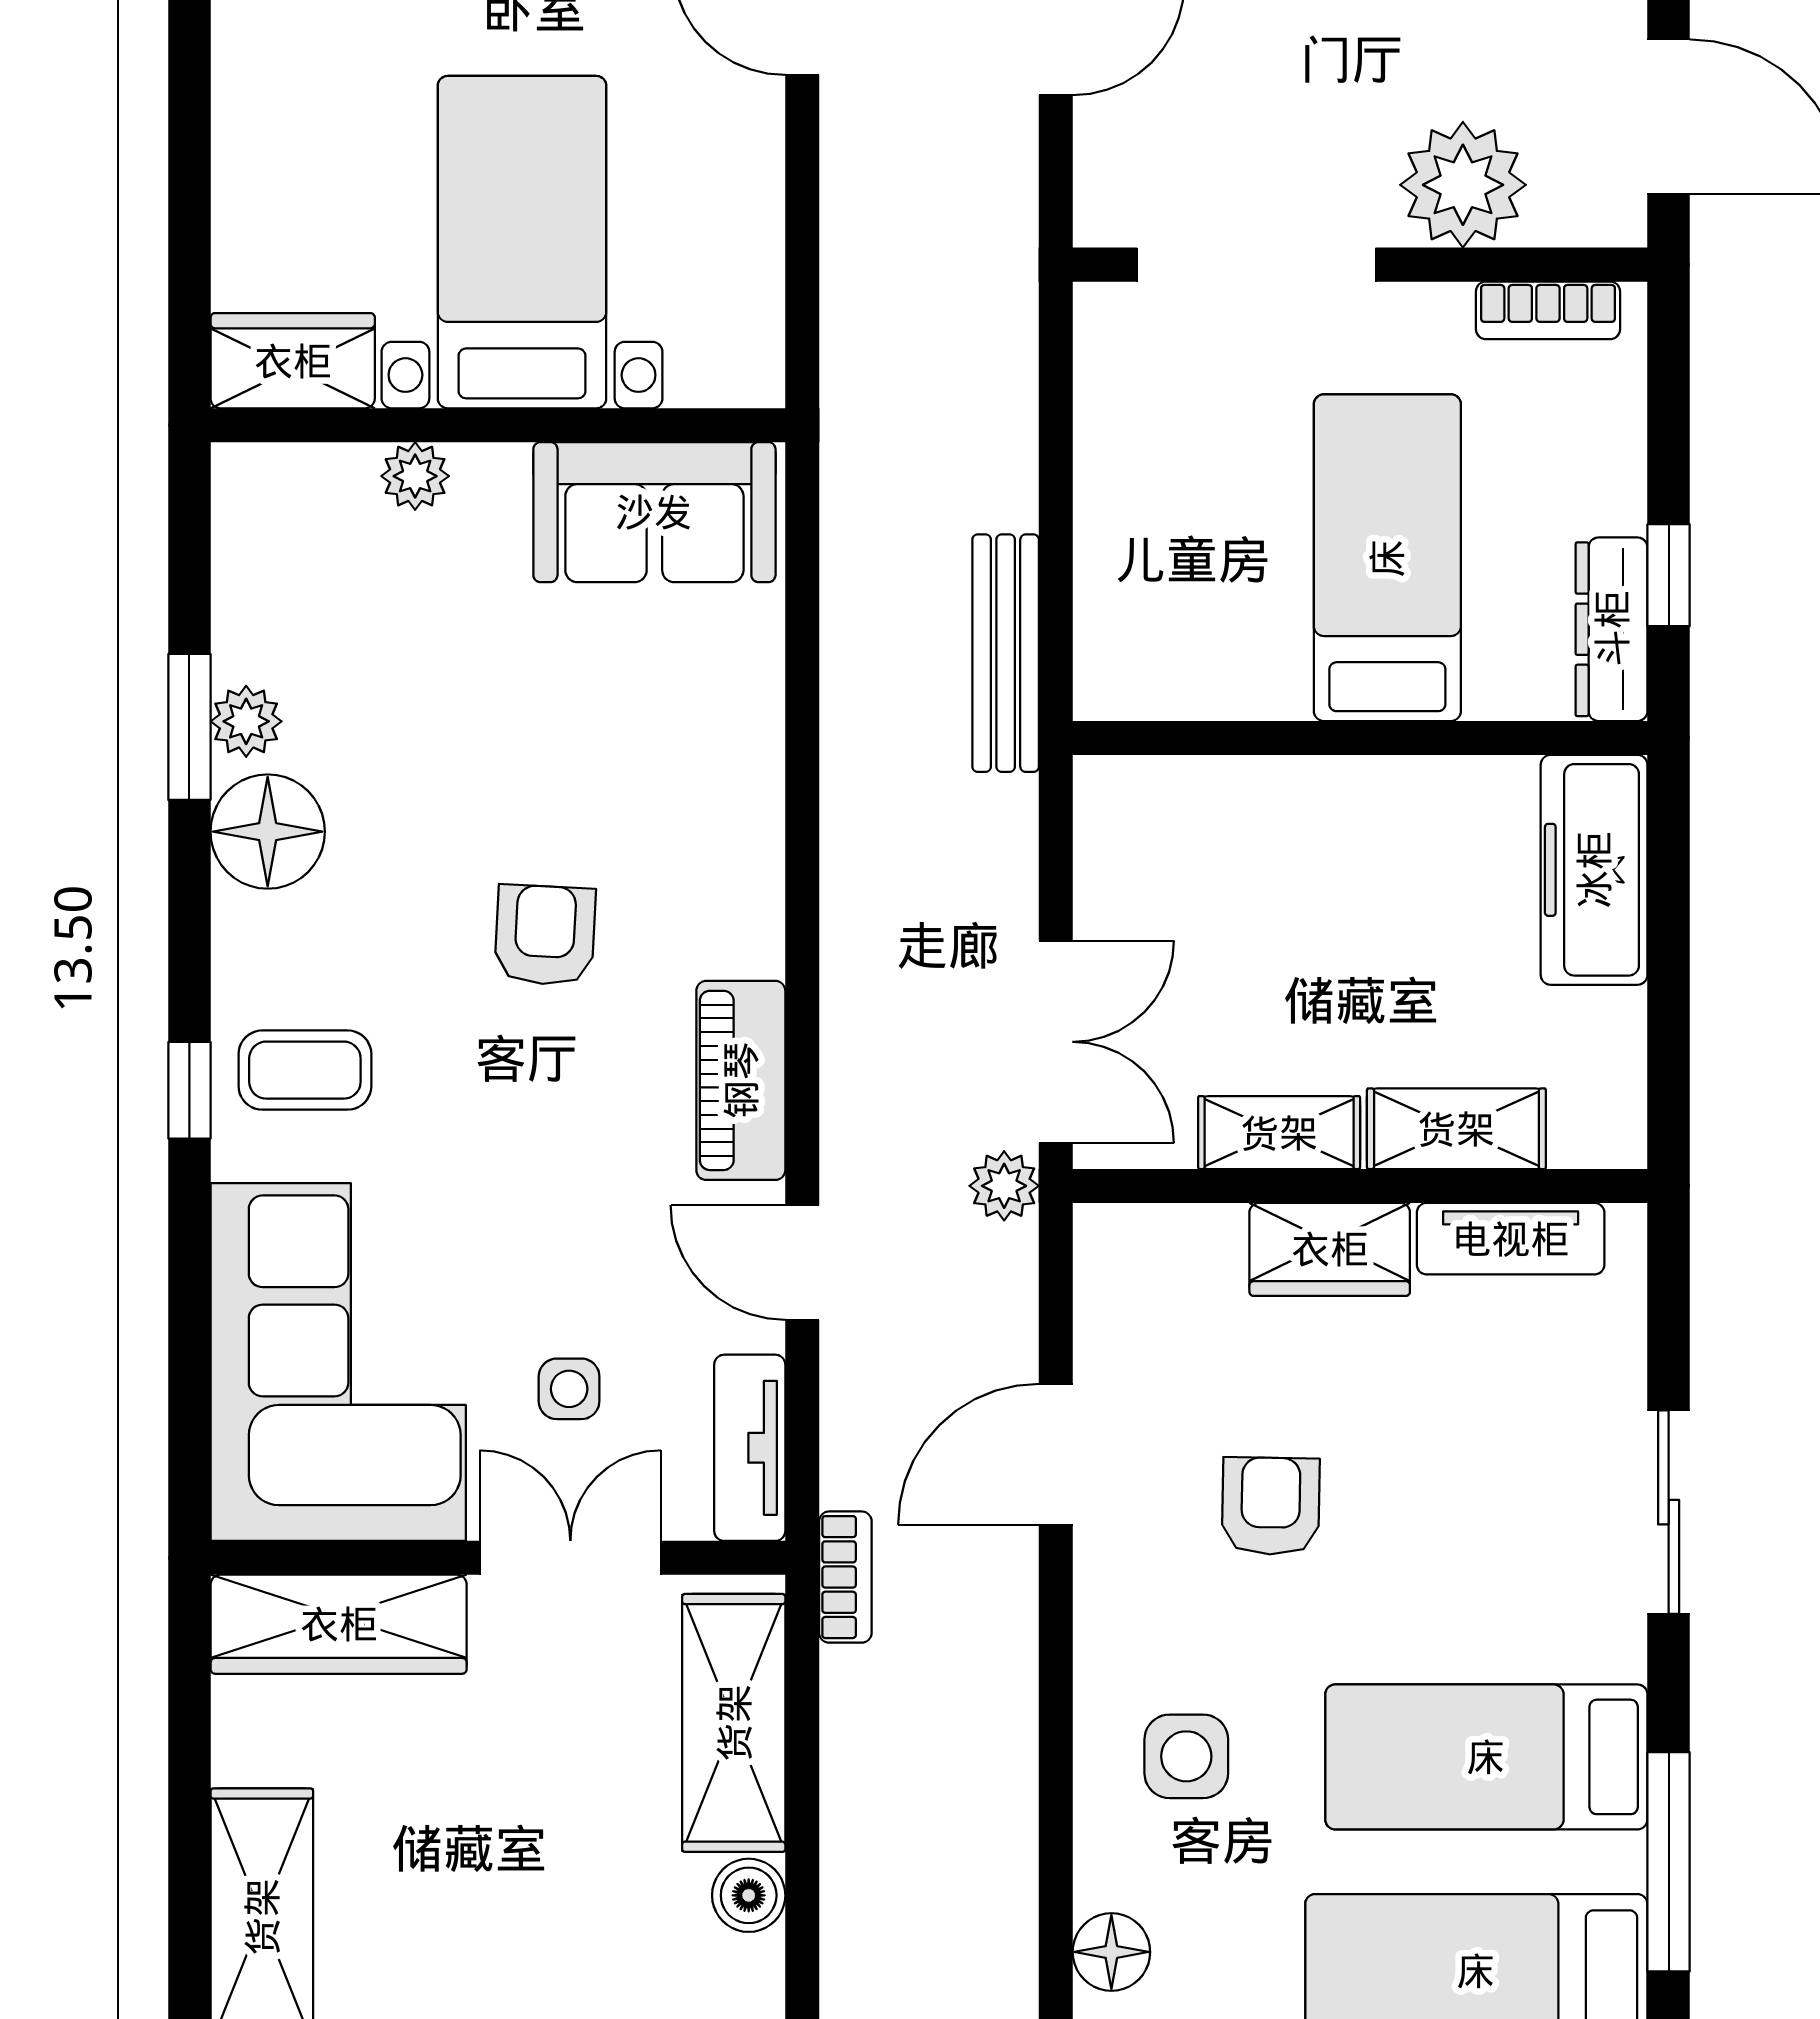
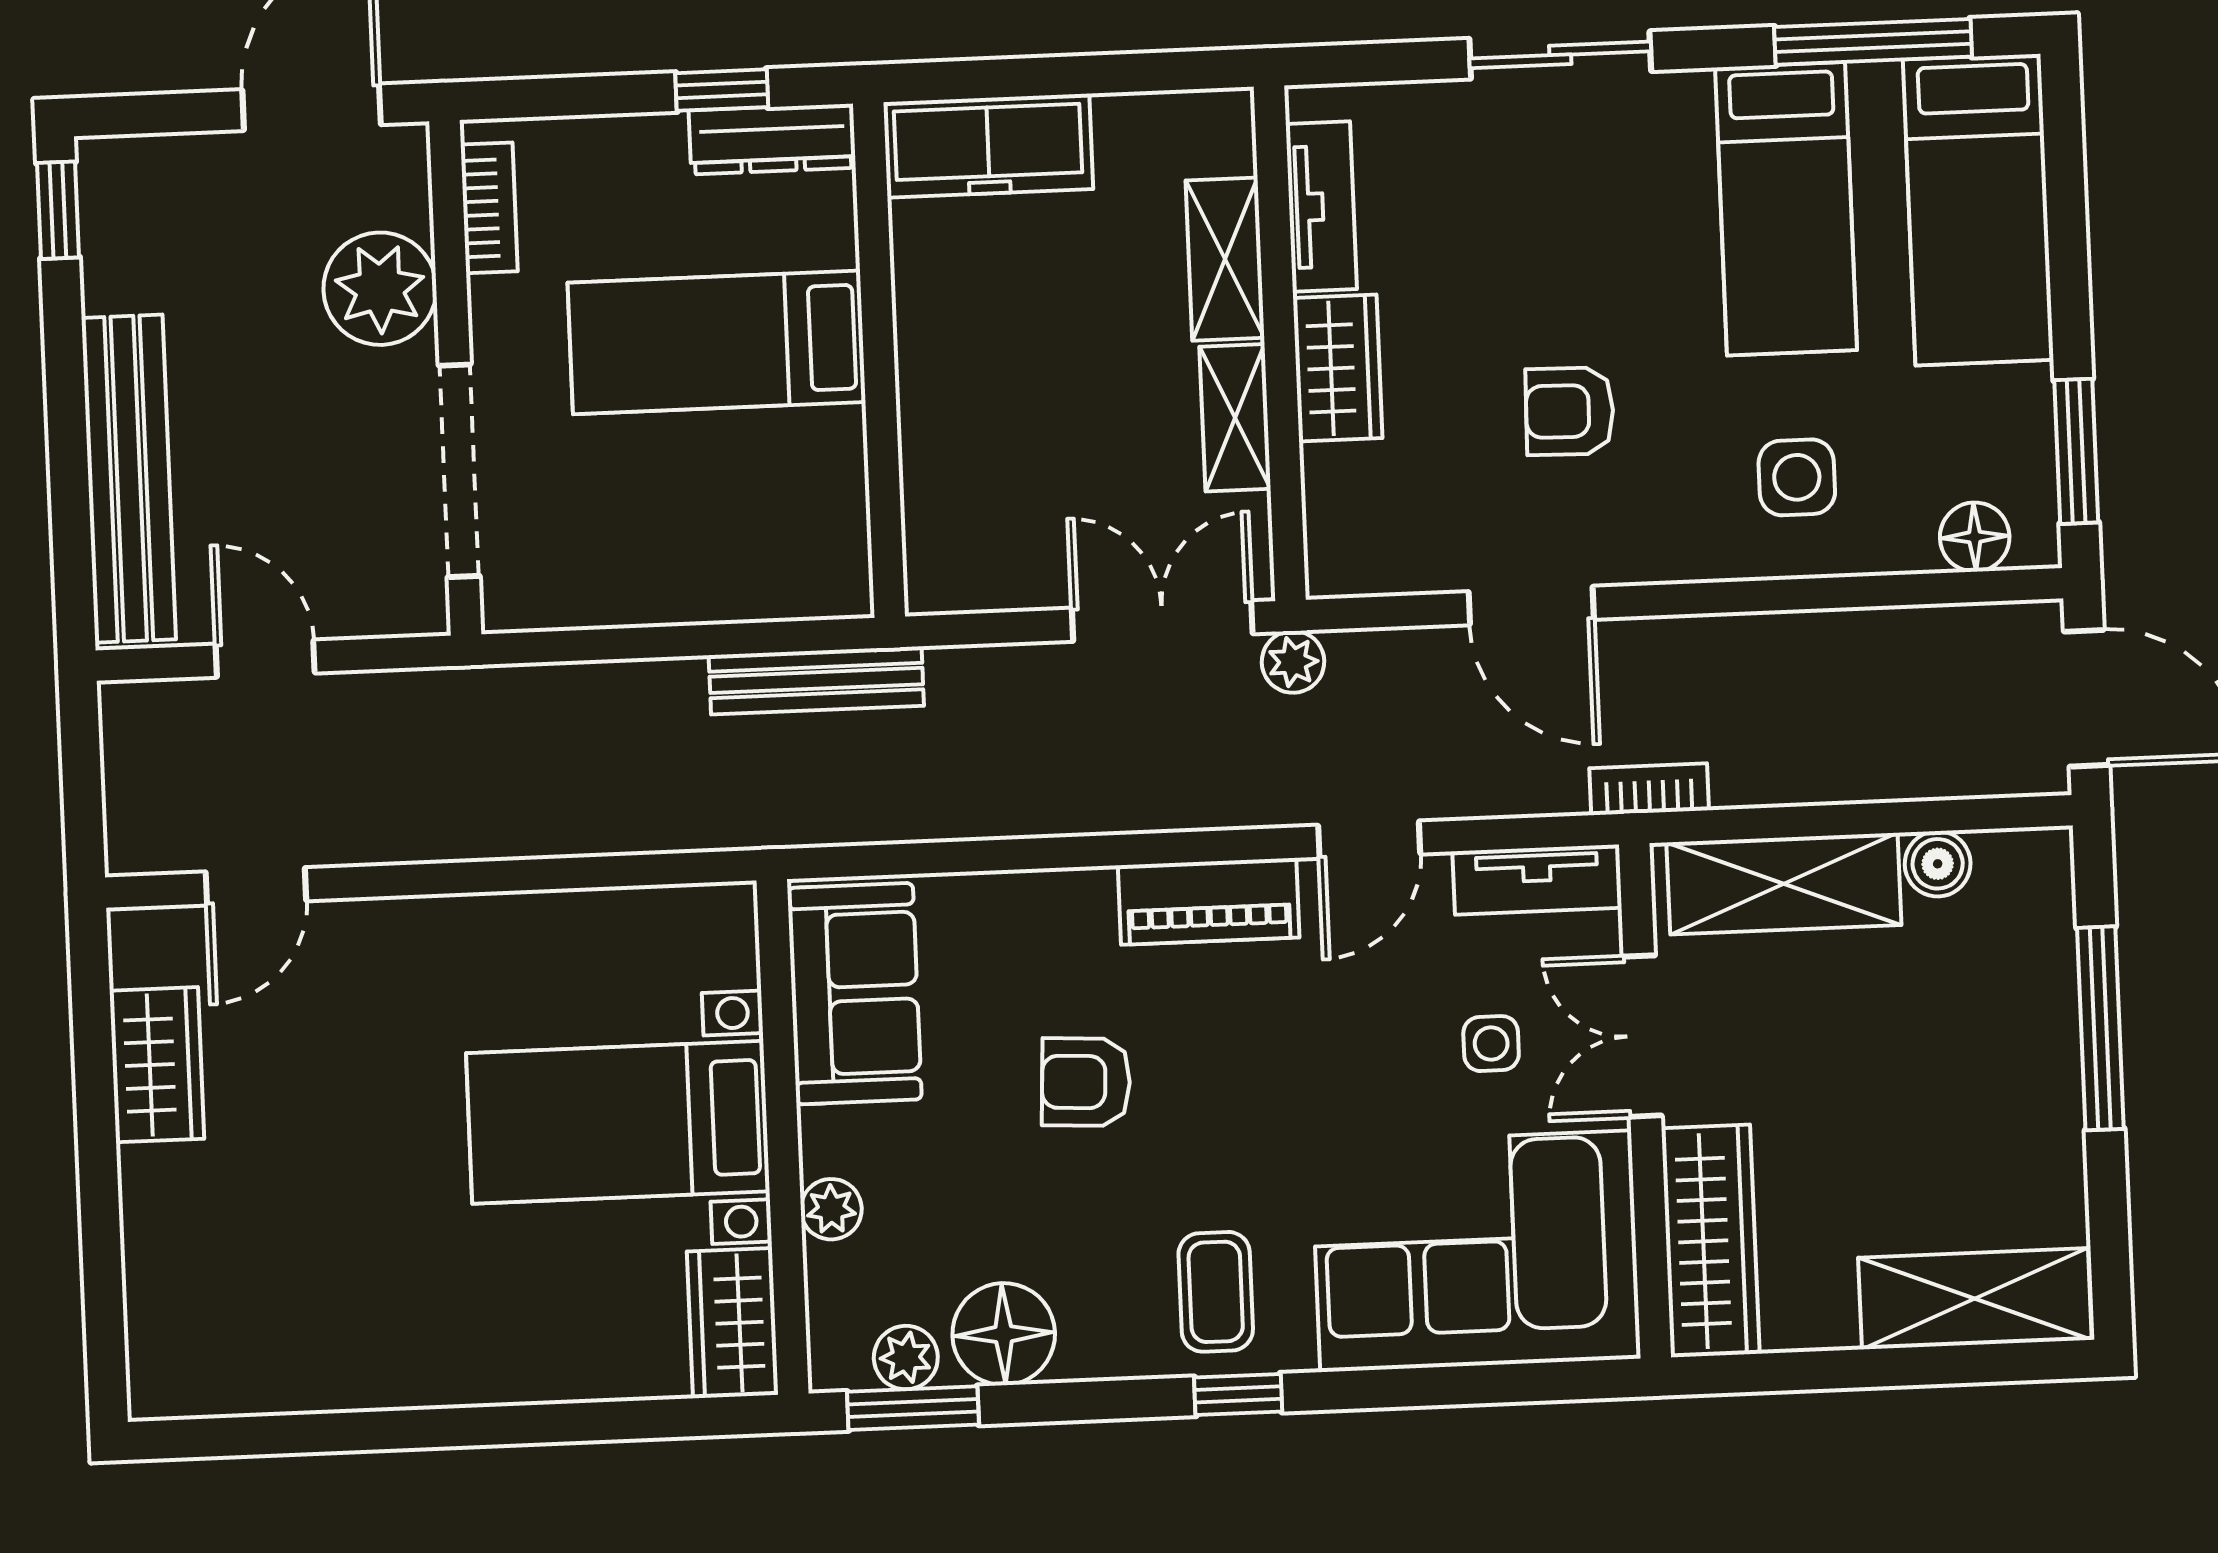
bed with nightstands: (522, 242) -> (618, 1122), moved
wardrobe: (293, 361) -> (733, 1323), moved
wall: (498, 425) -> (783, 1137), moved
plant: (415, 476) -> (831, 1209), moved
sofa: (654, 512) -> (855, 994), moved

